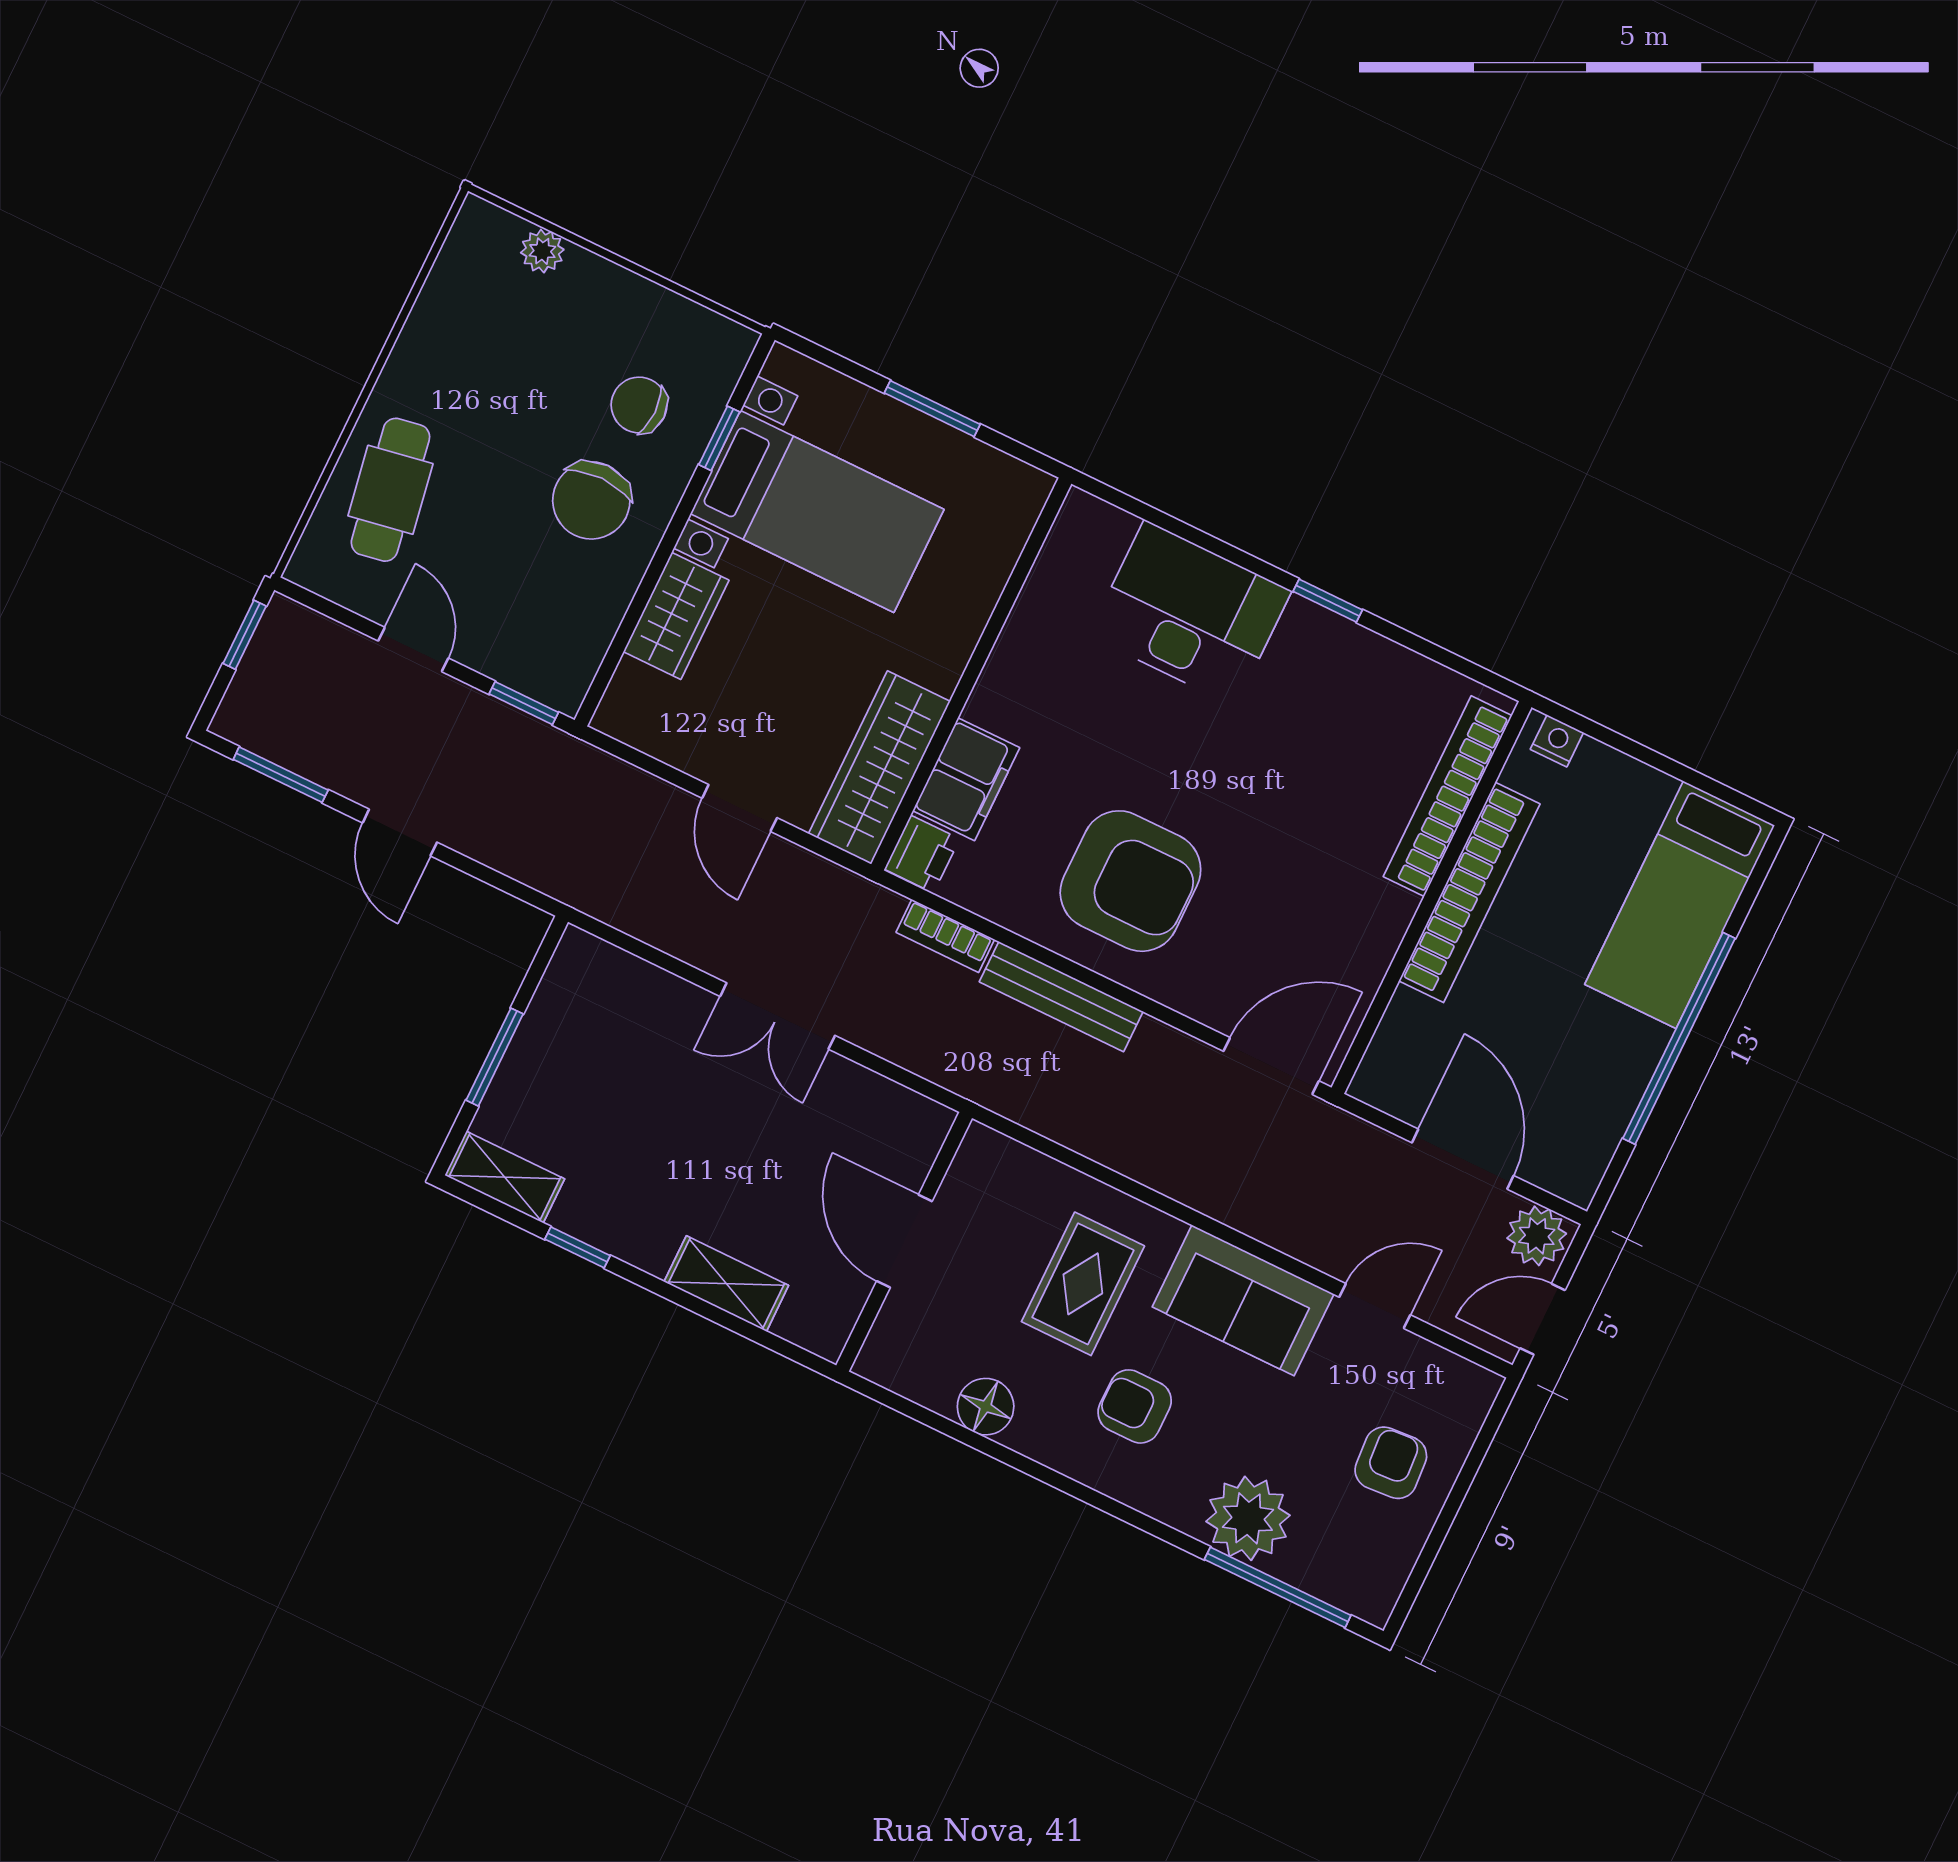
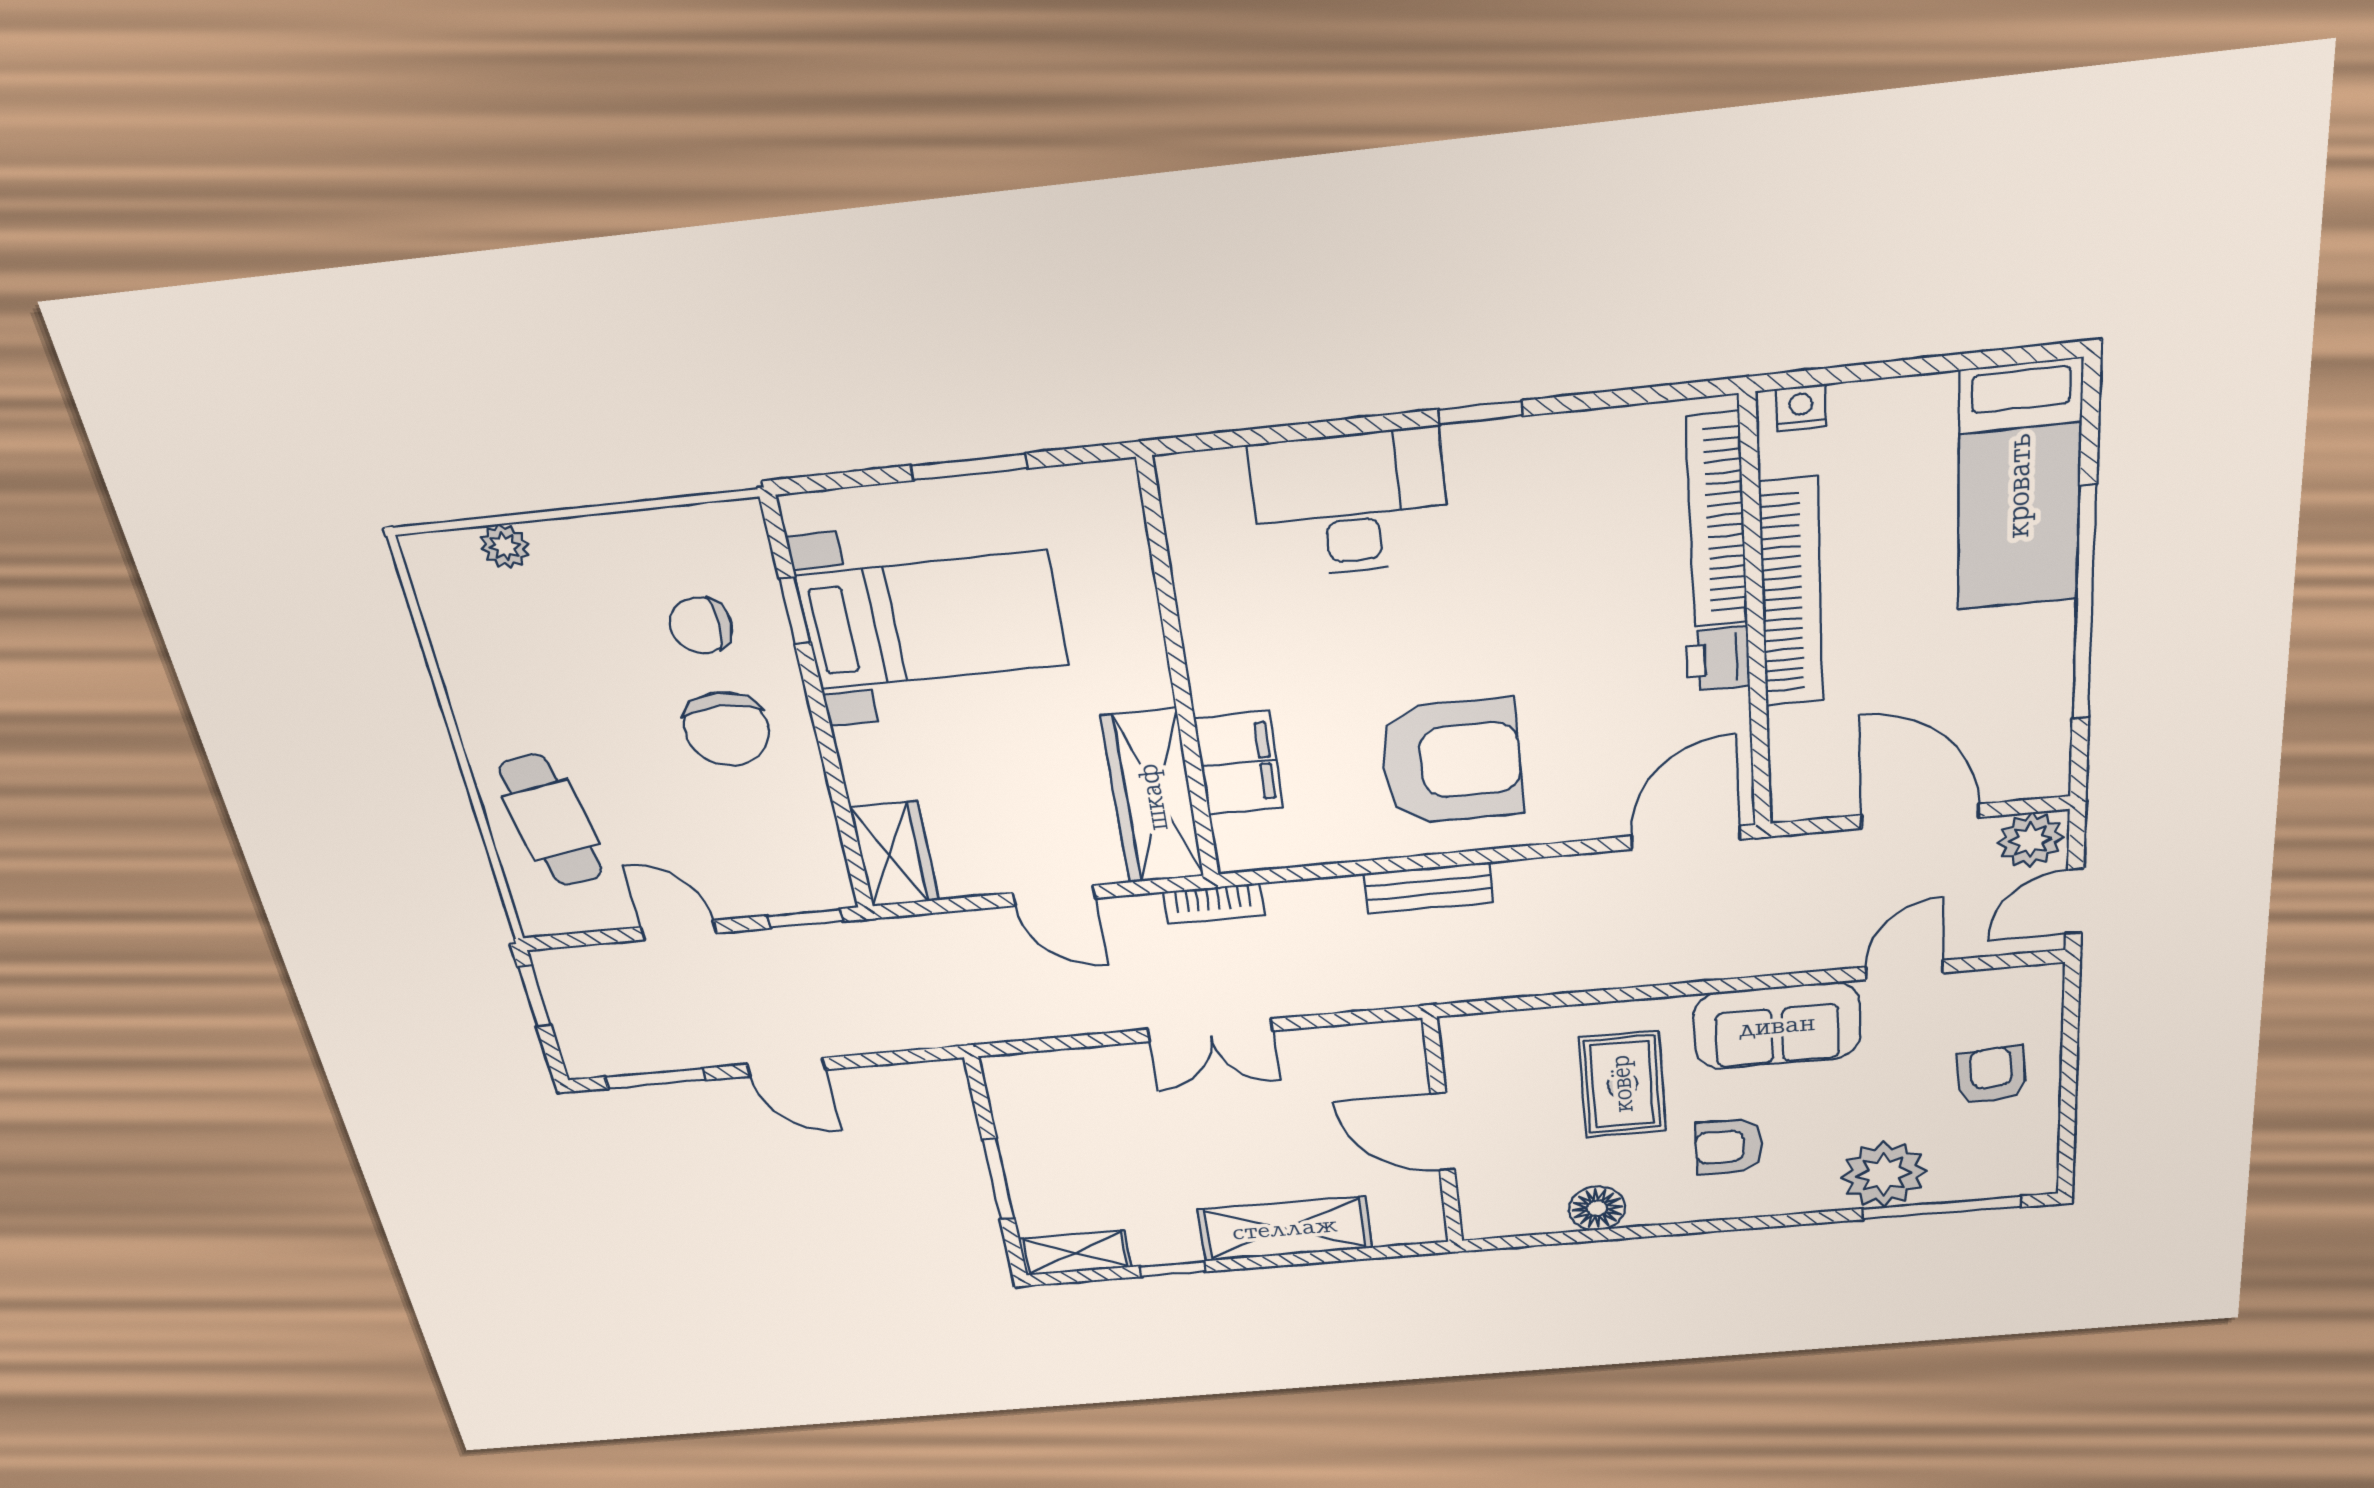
wardrobe: (676, 616) -> (895, 854), moved
printer: (922, 854) -> (1718, 659), moved, turned 180
bookcase: (945, 936) -> (1213, 904), moved
bench: (1061, 997) -> (1429, 888), width x0.73
shelving: (726, 1284) -> (1285, 1229), width x1.50, depth x1.33

